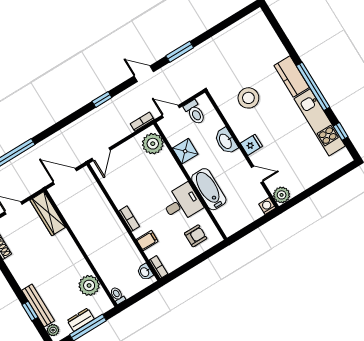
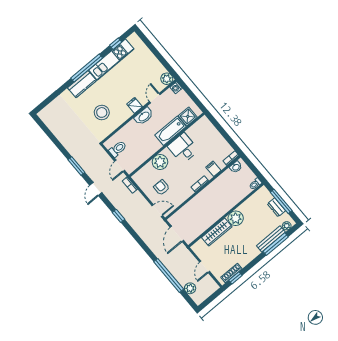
washbasin: (226, 141) -> (144, 116), moved
plant: (153, 144) -> (160, 162), moved
shower: (185, 151) -> (188, 116), moved
wardrobe: (48, 214) -> (217, 232), moved
armchair: (196, 236) -> (161, 187), moved
plant: (89, 285) -> (236, 218), moved
window: (30, 311) -> (276, 244), width x2.17

